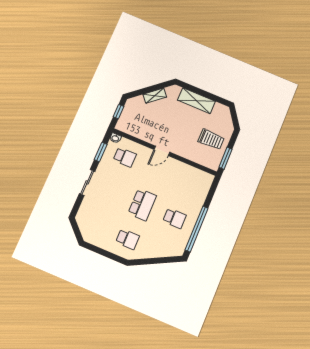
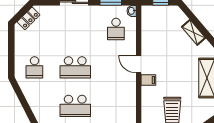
filing cabinet: (178, 148) -> (148, 80), added
school desk: (174, 218) -> (75, 106), width x1.85
locker: (84, 227) -> (29, 18), added

